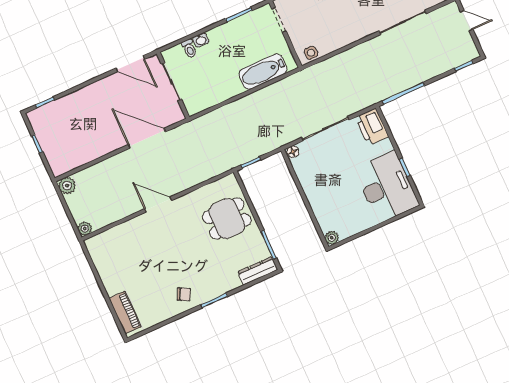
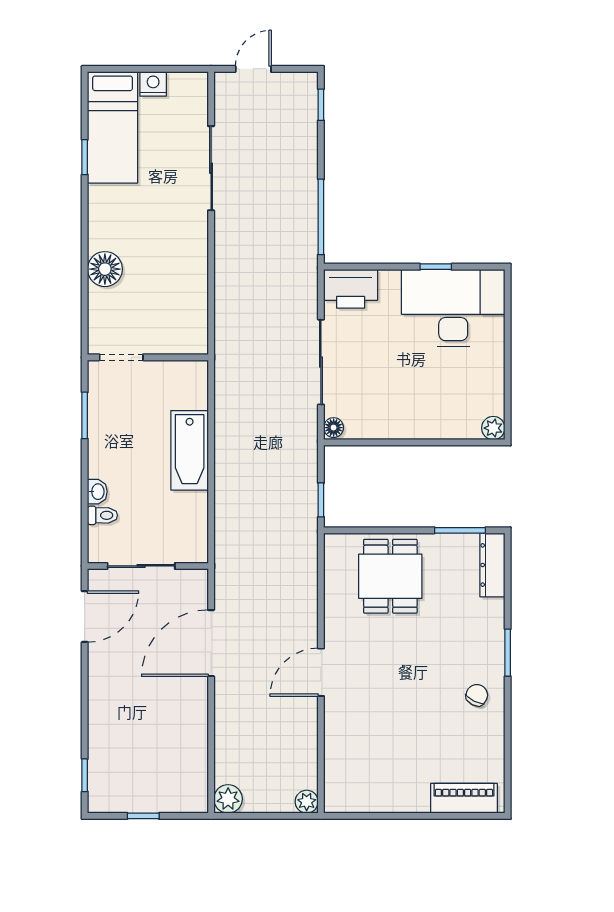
side table: (311, 53) -> (194, 331), removed
bathtub: (263, 72) -> (190, 450), moved

